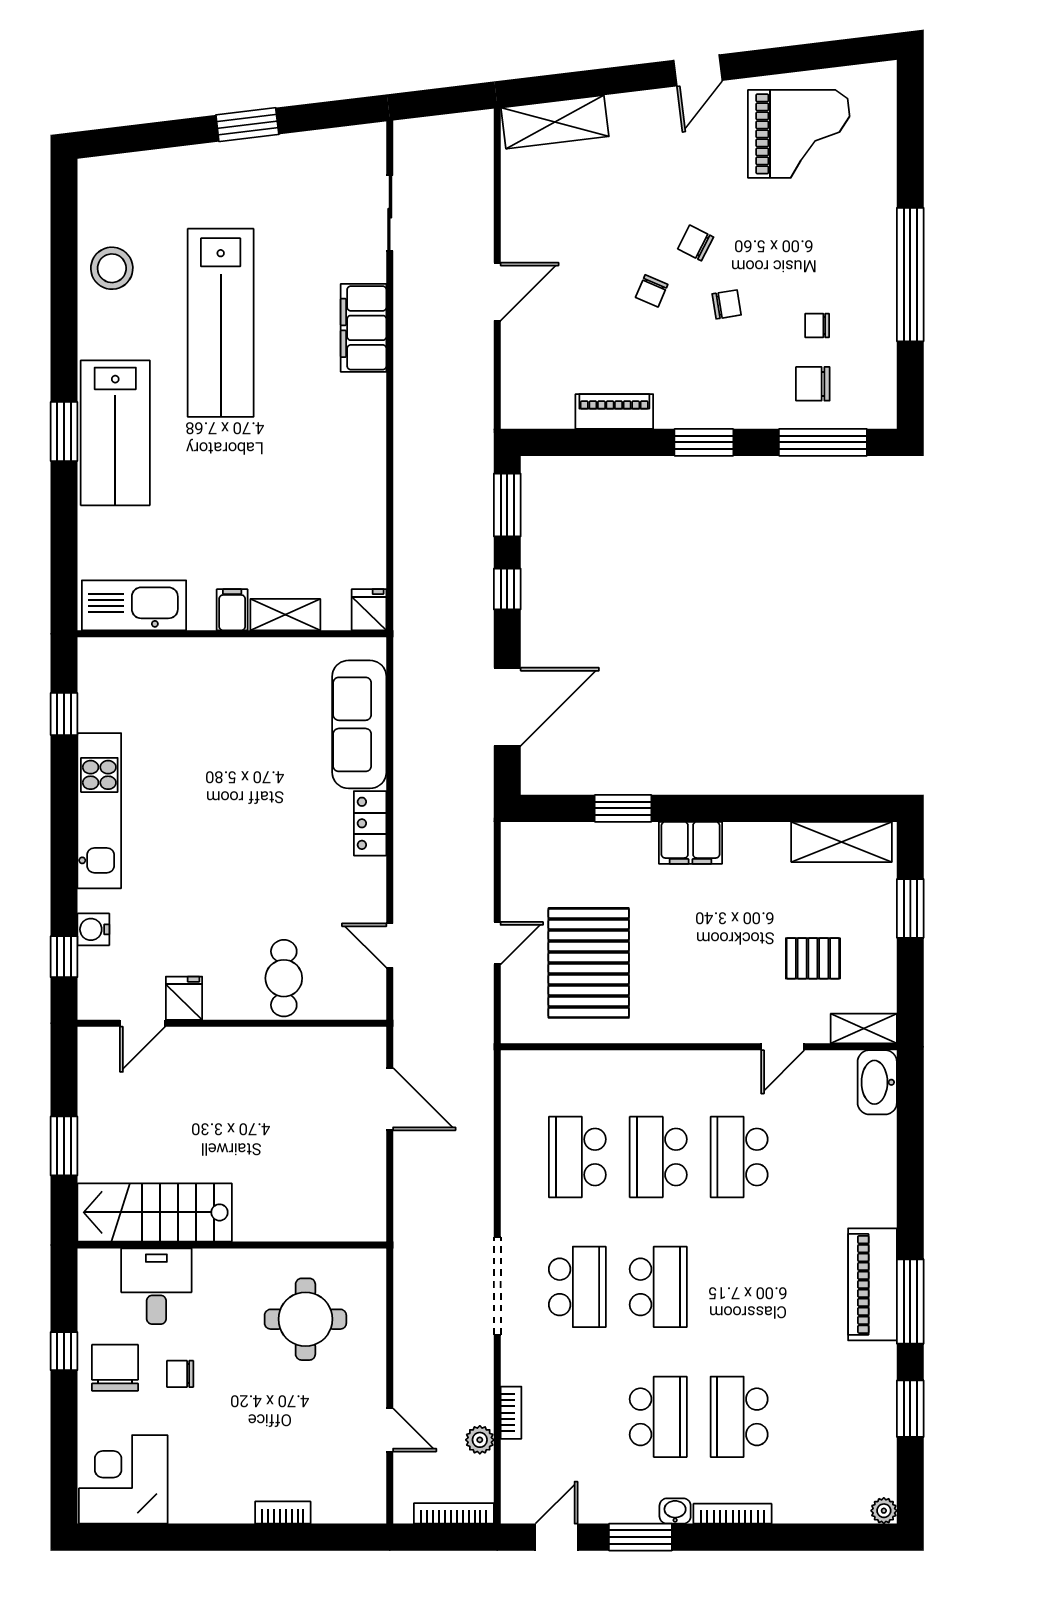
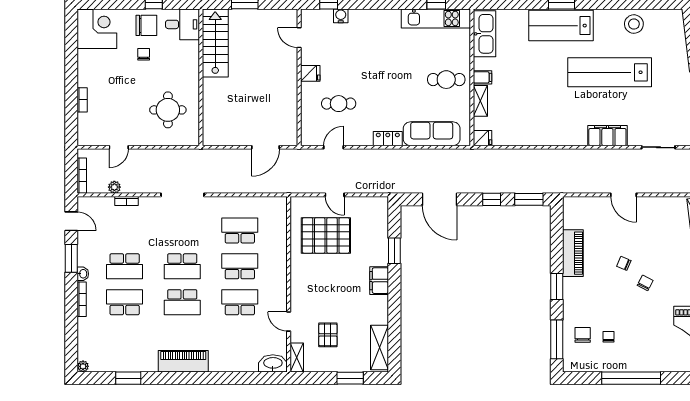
chair: (727, 304) -> (618, 297), removed
piano: (614, 411) -> (573, 253), width x1.37, depth x1.33
cafe table: (237, 691) -> (446, 80), added
kitchen unit: (99, 811) -> (436, 18), moved
cafe table: (284, 978) -> (339, 104), moved
fridge: (184, 998) -> (310, 73), moved
desk: (156, 1286) -> (183, 24), moved
school desk: (577, 1287) -> (182, 302), moved
window: (910, 1302) -> (176, 378), removed

